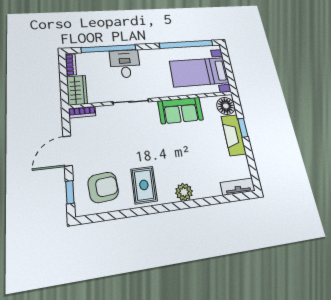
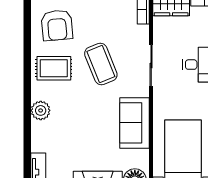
coffee table: (135, 143) -> (101, 64), added

